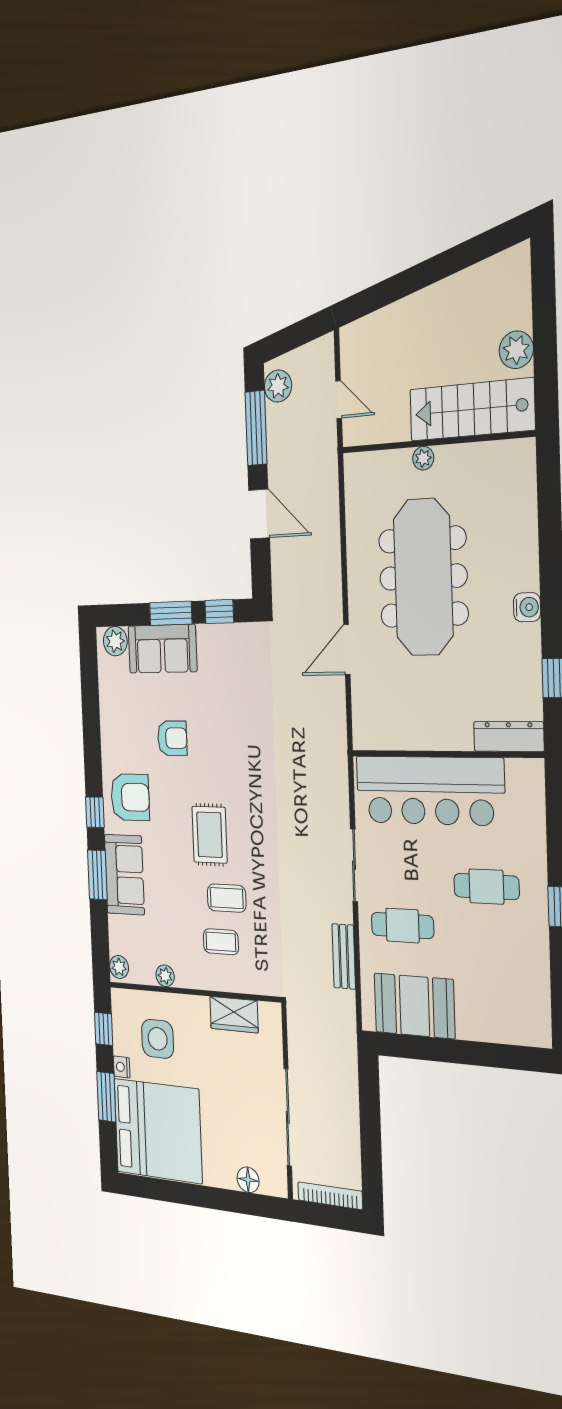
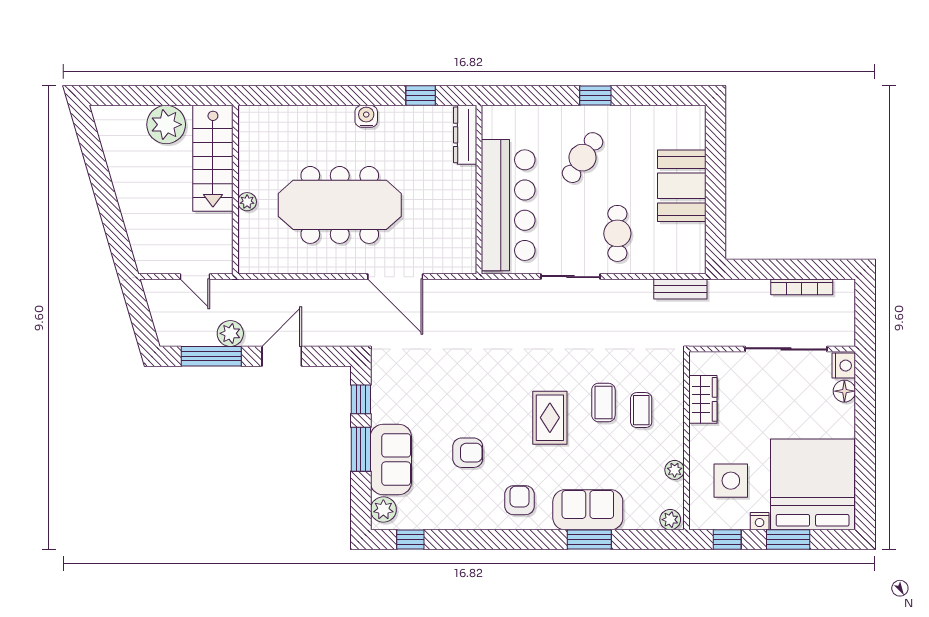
plant: (516, 350) -> (166, 125), width x1.36, depth x1.36
plant: (278, 386) -> (230, 333), moved
door: (339, 400) -> (195, 277), swing flipped
door: (347, 650) -> (395, 277), width x1.36
armchair: (172, 738) -> (468, 453), turned 90
armchair: (130, 797) -> (519, 500), width x0.72, depth x0.72
window: (95, 812) -> (410, 540), moved
rug: (210, 835) -> (550, 418), turned 90
cafe table: (486, 887) -> (583, 158), turned 34
bench: (344, 956) -> (680, 289), moved
booth: (414, 1006) -> (682, 186), moved
nightstand: (273, 1183) -> (844, 366), added
bookcase: (330, 1196) -> (802, 287), moved, turned -90

